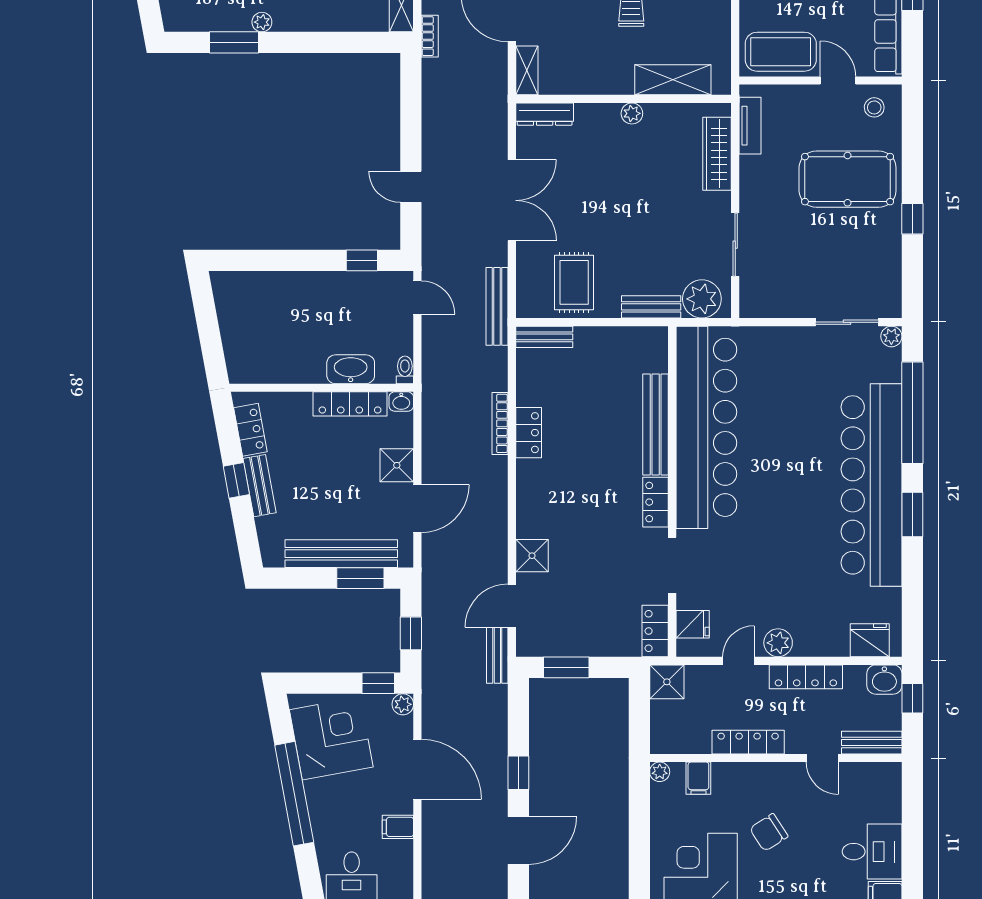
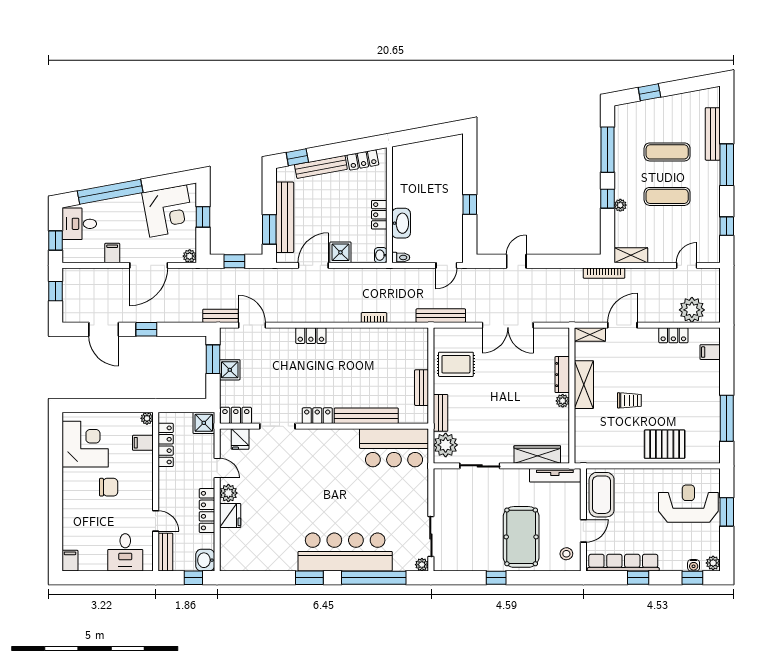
plant: (262, 22) -> (620, 205), moved
bookcase: (430, 36) -> (604, 273), width x1.56
window: (234, 42) -> (607, 150), width x1.44
window: (312, 42) -> (607, 199), added
shelving: (673, 80) -> (584, 385), moved
dresser: (545, 114) -> (562, 375), moved
tv unit: (750, 126) -> (555, 475), width x1.41
window: (362, 260) -> (470, 204), moved
bench: (544, 337) -> (422, 388), moved
locker: (350, 404) -> (379, 215), width x0.66
bookcase: (500, 423) -> (374, 317), width x0.64
bar counter: (706, 427) -> (394, 448), width x0.54
locker: (529, 433) -> (311, 336), moved
window: (236, 480) -> (297, 157), moved
bar counter: (872, 485) -> (345, 552), width x0.73
bench: (260, 486) -> (321, 167), width x1.36
door: (417, 509) -> (313, 265), swing flipped
shower: (532, 556) -> (230, 370), moved
fridge: (870, 640) -> (230, 516), moved
window: (378, 683) -> (203, 217), moved
locker: (748, 742) -> (166, 445), moved
door: (822, 758) -> (156, 521), swing flipped
window: (294, 794) -> (110, 192), moved
chair: (769, 832) -> (109, 487), turned 123
desk: (872, 852) -> (125, 552), moved

